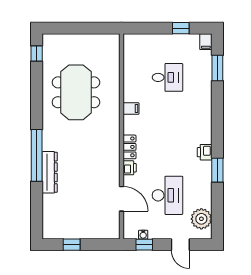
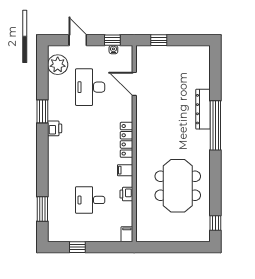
filing cabinet: (206, 42) -> (127, 234), moved
locker: (129, 147) -> (127, 140), width x1.53
printer: (130, 168) -> (126, 194), moved
window: (72, 245) -> (159, 40), moved

